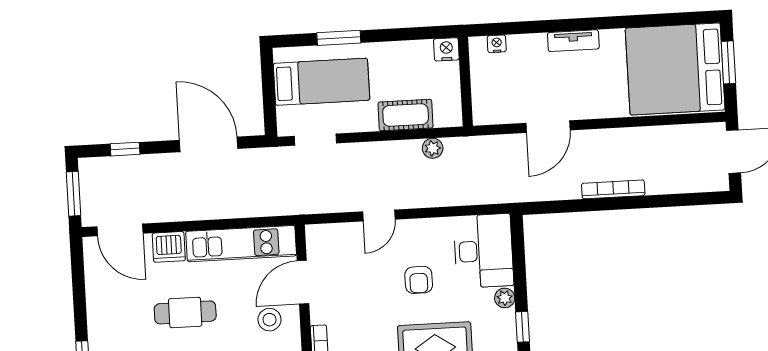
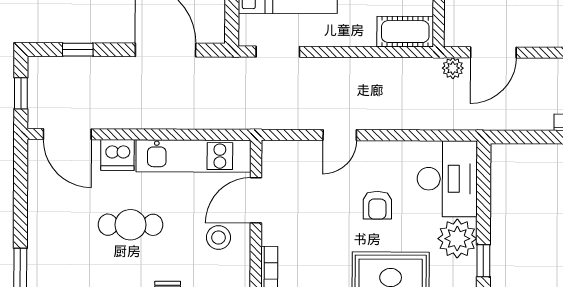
cot: (406, 115) -> (405, 32), moved
door: (548, 127) -> (493, 52), moved
plant: (433, 148) -> (453, 68), moved
window: (73, 194) -> (21, 93), width x0.67
plant: (505, 298) -> (457, 239), width x1.87, depth x1.87

